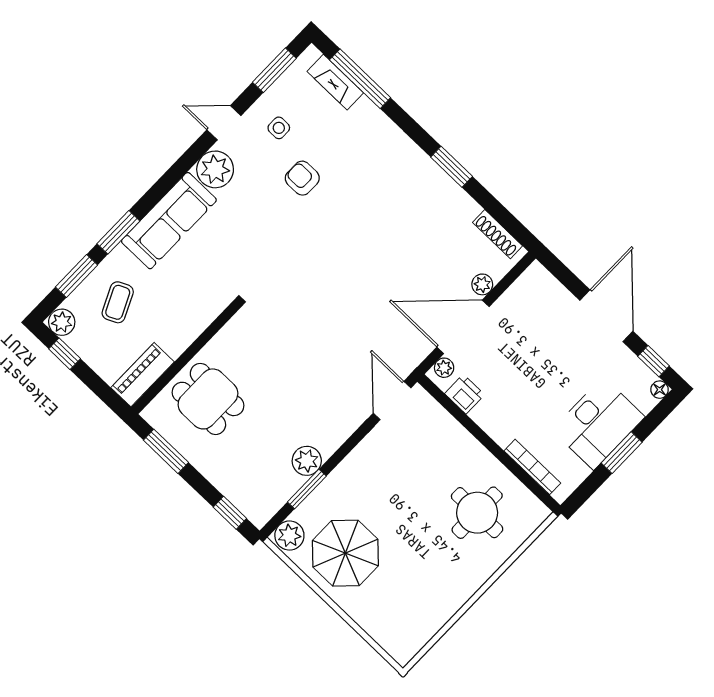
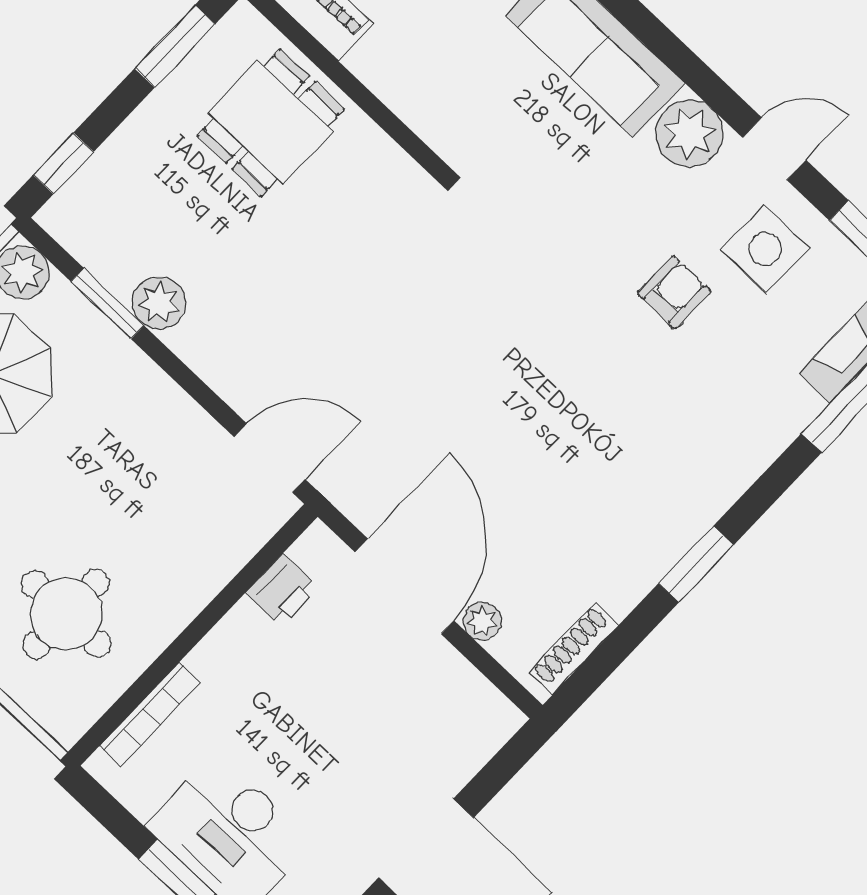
door: (224, 123) -> (774, 149), hinge flipped
side table: (279, 128) -> (765, 249), width x1.87, depth x1.87
plant: (444, 368) -> (330, 552), removed

